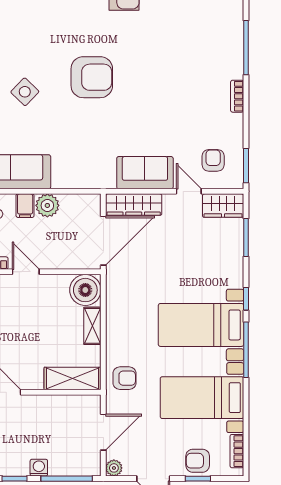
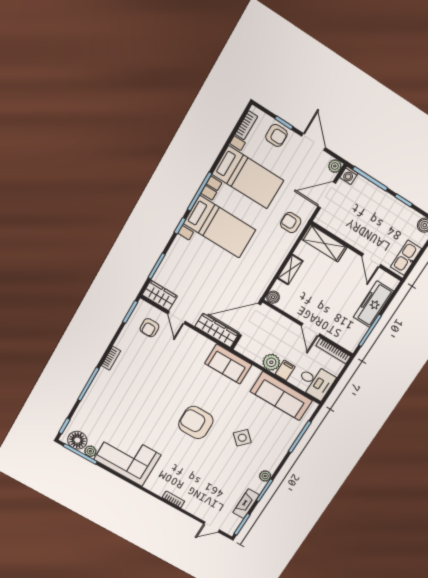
sofa: (145, 173) -> (228, 364), moved
boiler: (85, 290) -> (273, 297), width x0.54, depth x0.54
washing machine: (39, 468) -> (349, 175), moved

